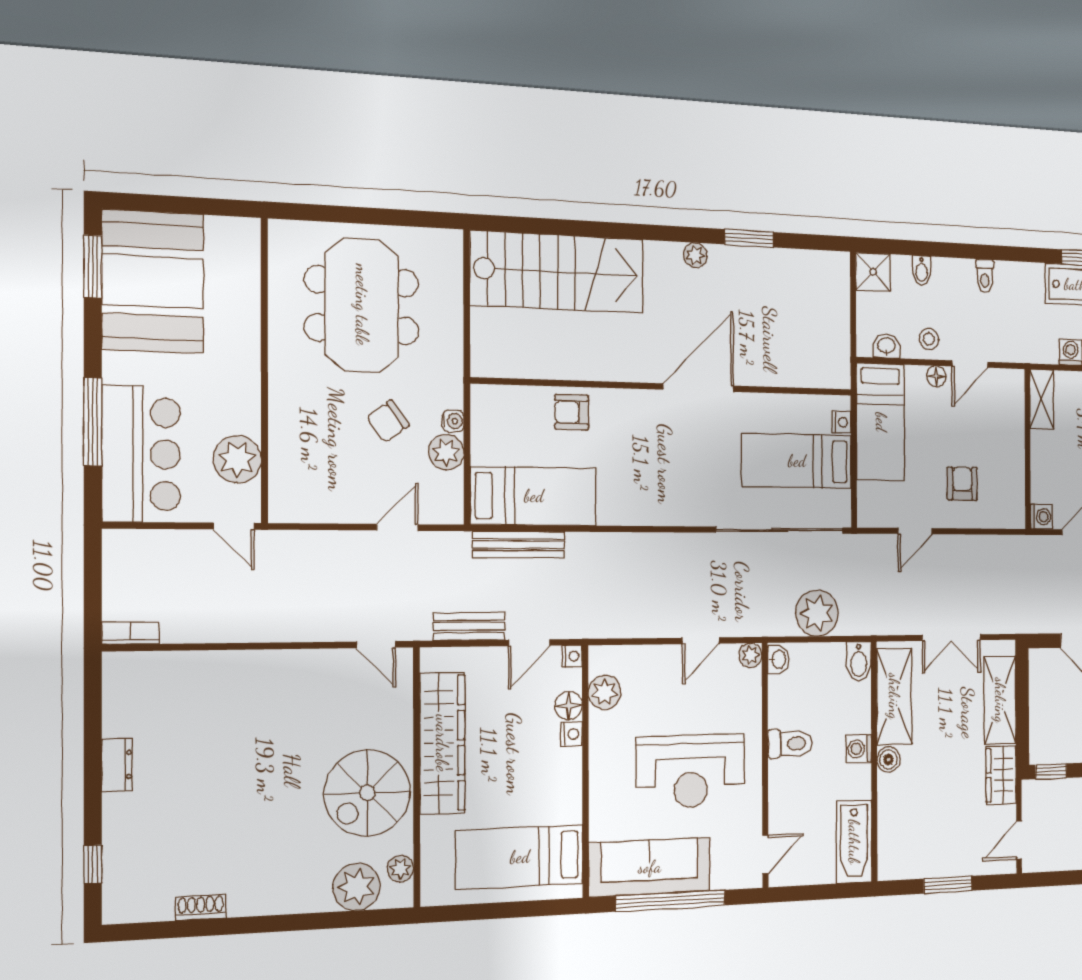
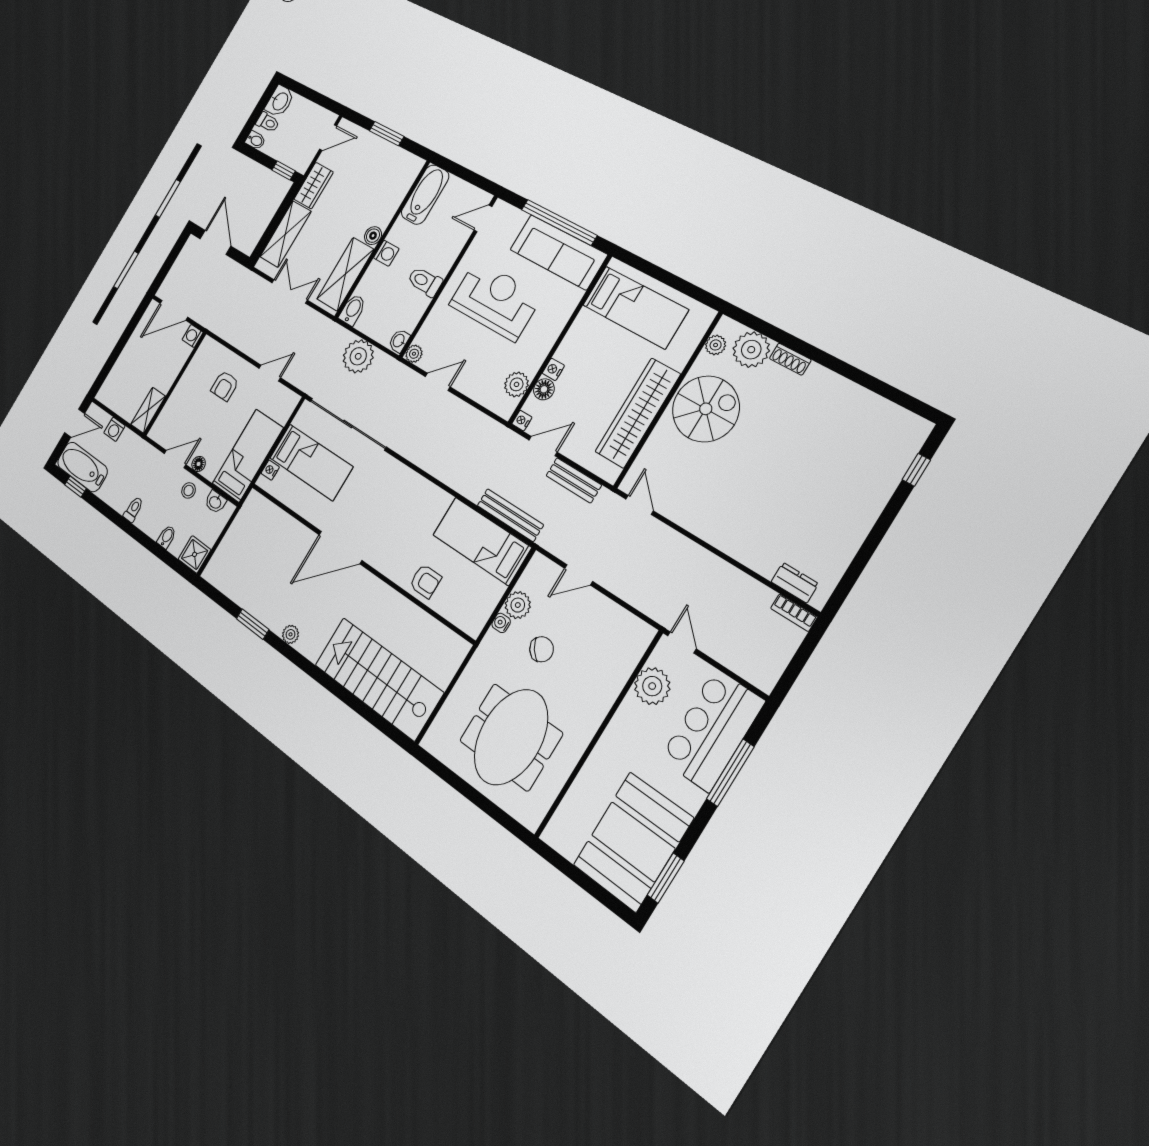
dresser: (117, 765) -> (795, 583), moved, turned 90
shoe rack: (201, 907) -> (790, 359), moved

